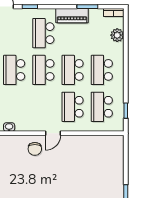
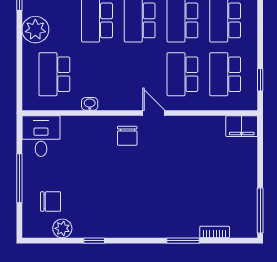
door: (53, 133) -> (154, 113), swing flipped
filing cabinet: (113, 142) -> (242, 126), added

